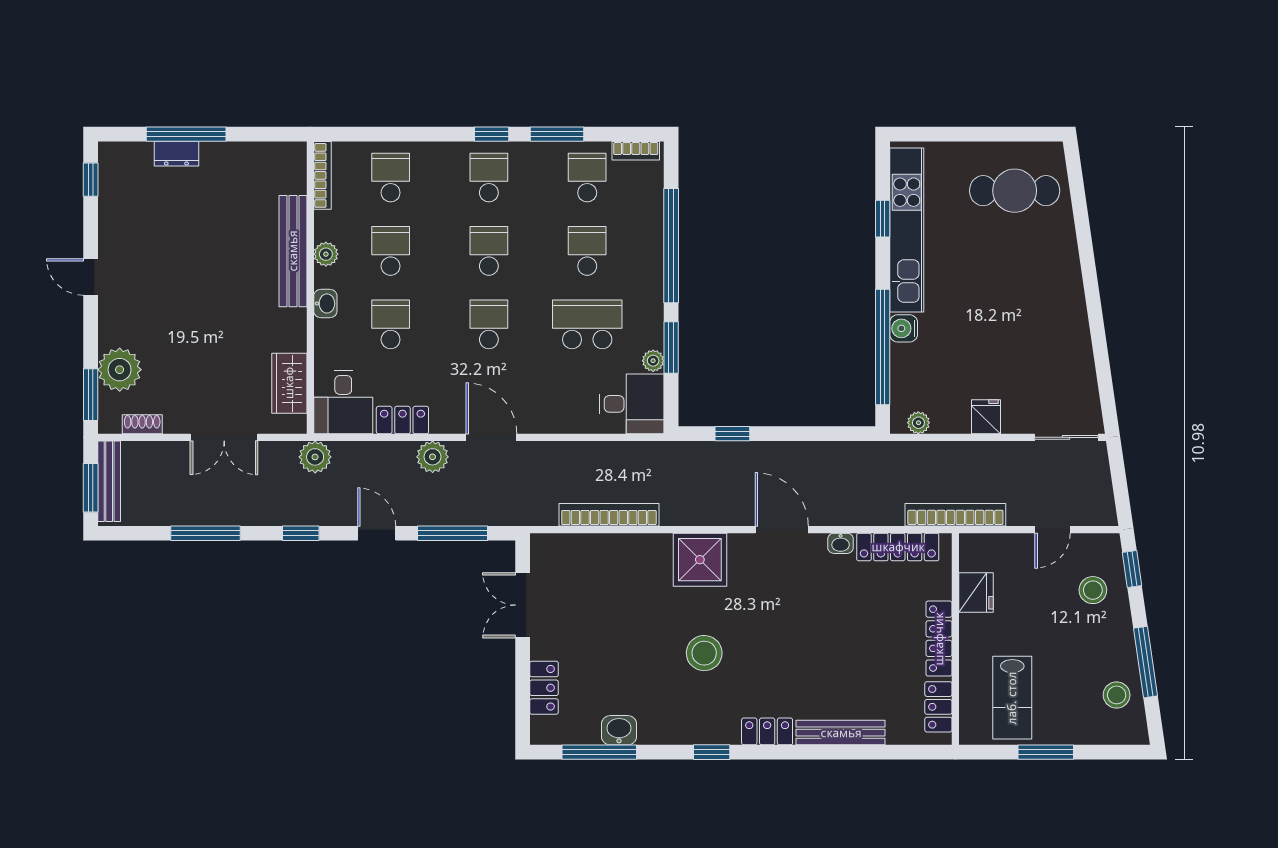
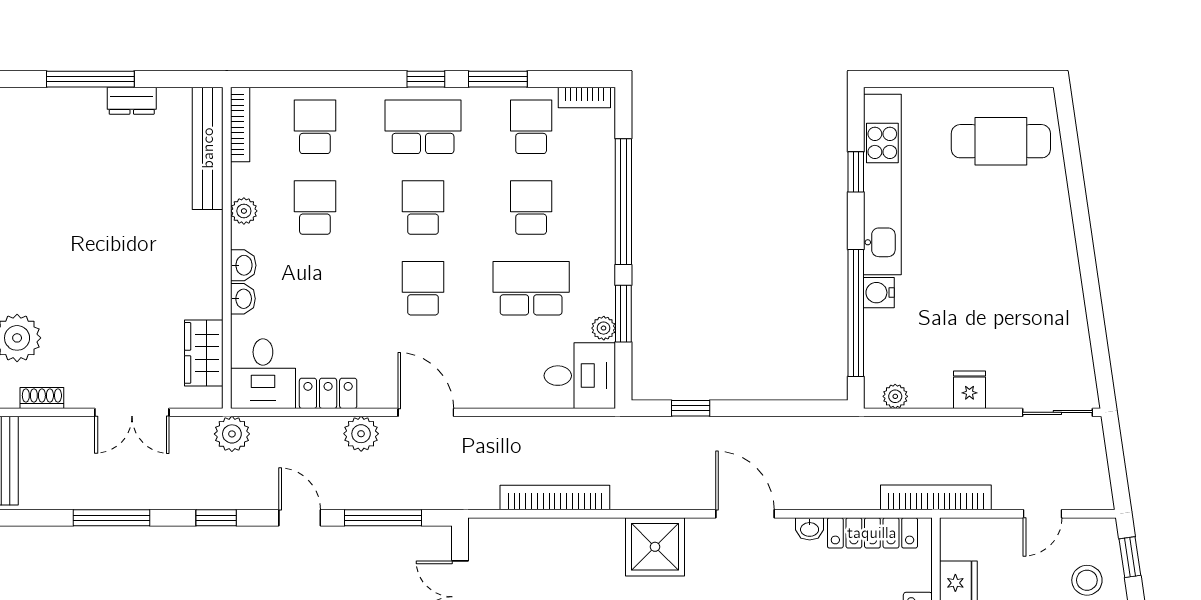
dresser: (176, 154) -> (132, 101), moved
school desk: (489, 178) -> (423, 127), width x1.85
bench: (293, 251) -> (208, 148), moved
school desk: (391, 324) -> (315, 288), removed
washbasin: (325, 334) -> (243, 299), added

